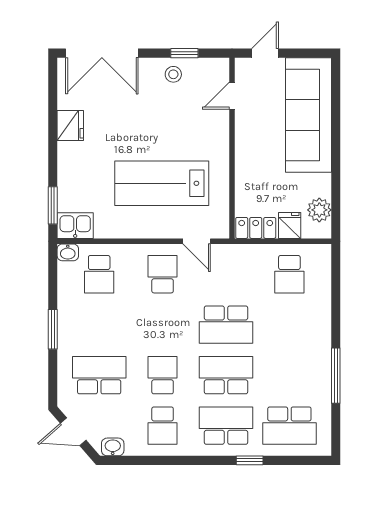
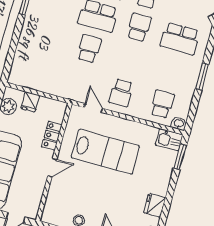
door: (232, 96) -> (52, 168), moved
locker: (256, 228) -> (52, 136), moved, turned 90
school desk: (289, 274) -> (39, 70), removed
school desk: (226, 325) -> (89, 49), width x0.54
school desk: (163, 375) -> (139, 27), turned 180

